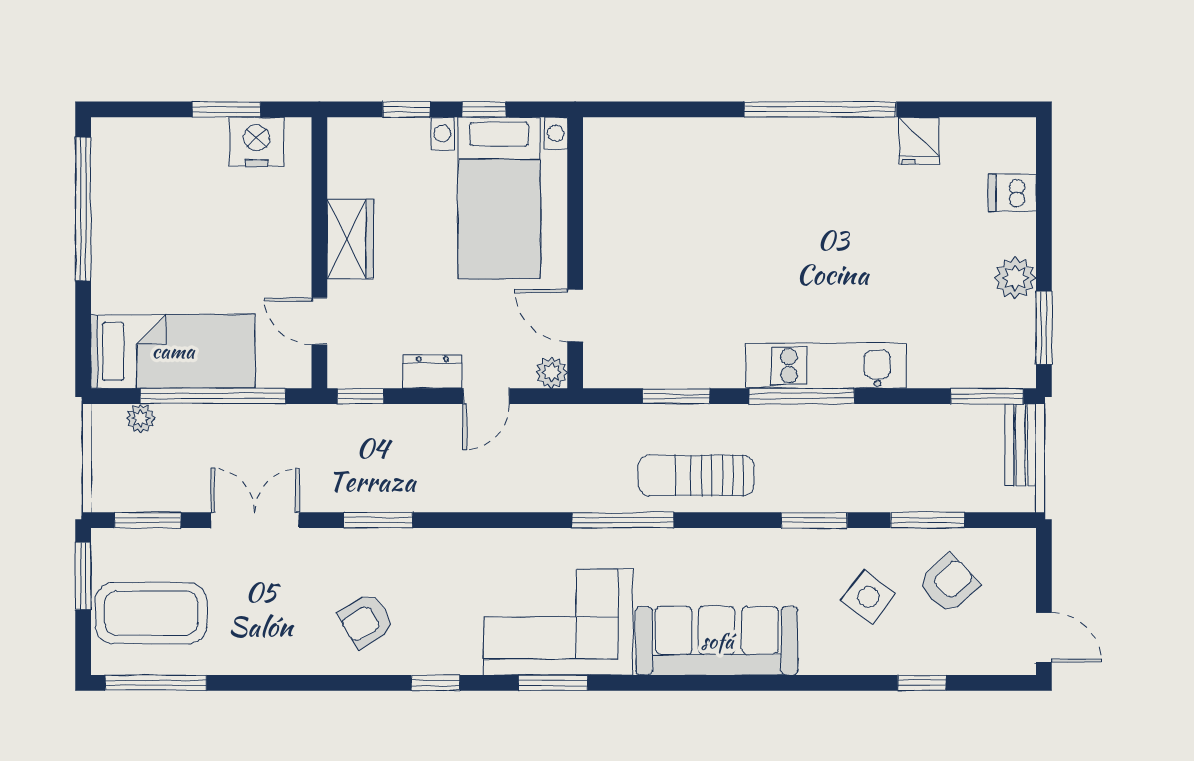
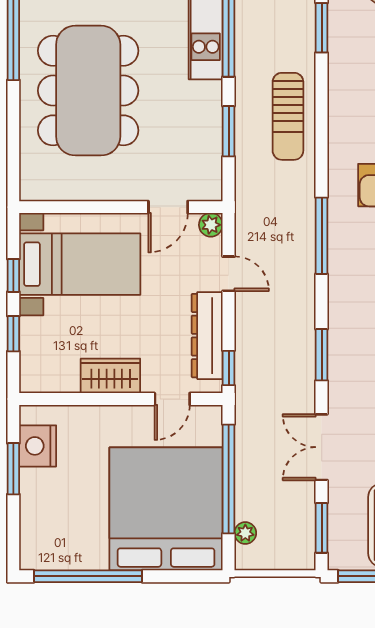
dining table: (730, 209) -> (88, 91), added
bed: (173, 351) -> (166, 509), width x2.04
dresser: (432, 372) -> (207, 336), width x1.96, depth x1.24
window: (623, 520) -> (322, 236), moved

